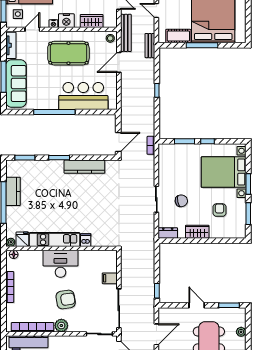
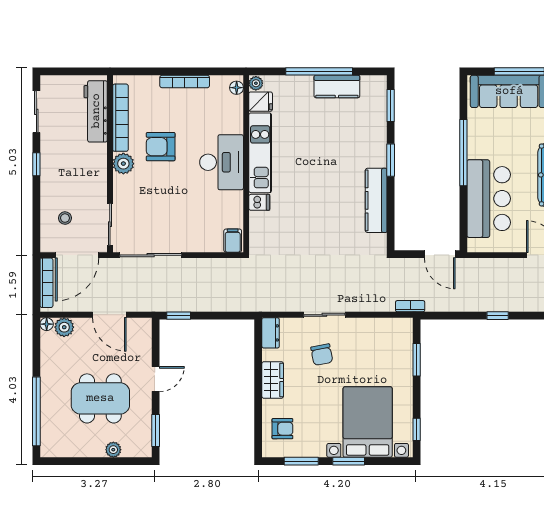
window: (207, 141) -> (417, 429), moved
door: (118, 142) -> (440, 254), moved
armchair: (220, 210) -> (282, 429), moved
filing cabinet: (110, 278) -> (233, 241), moved
armchair: (66, 300) -> (161, 147), moved, turned 99

